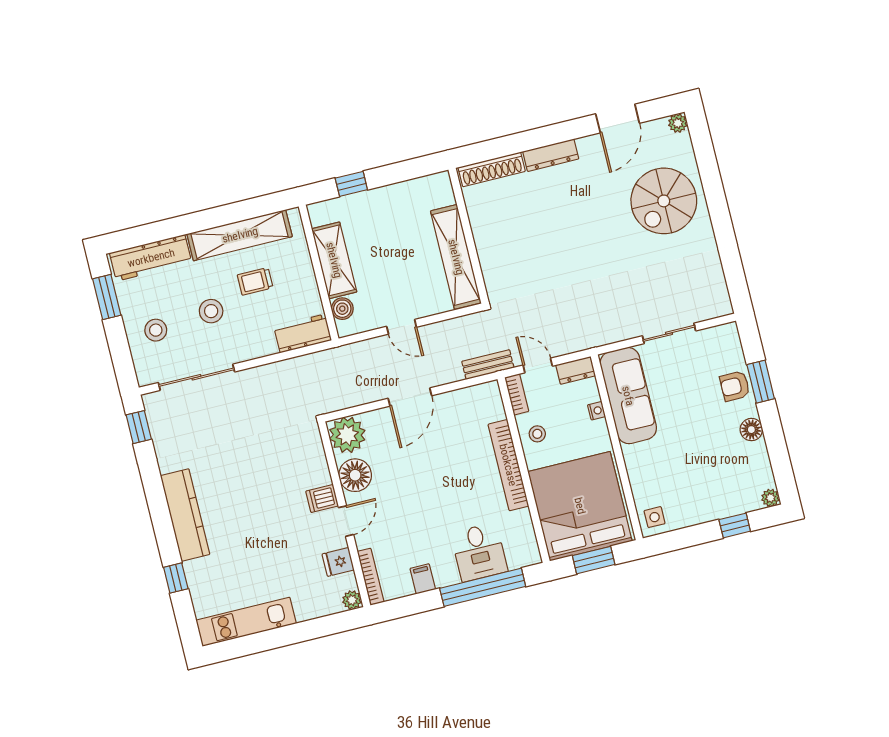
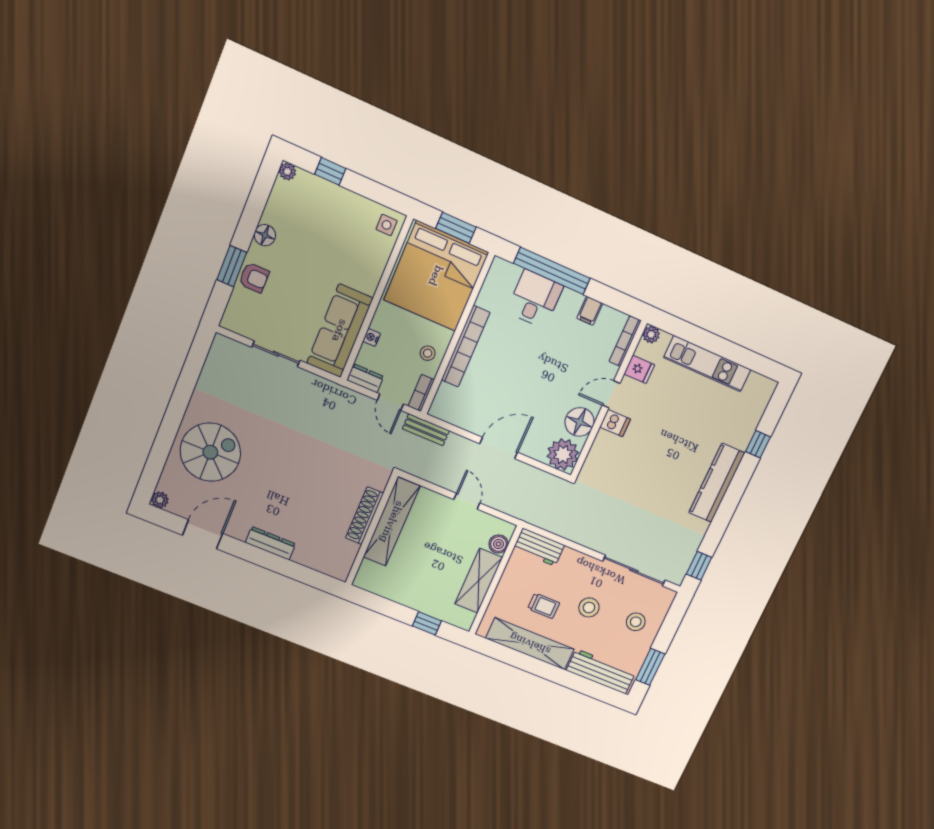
shoe rack: (492, 169) -> (365, 516), moved, turned -90
kitchen unit: (246, 622) -> (707, 364), moved

